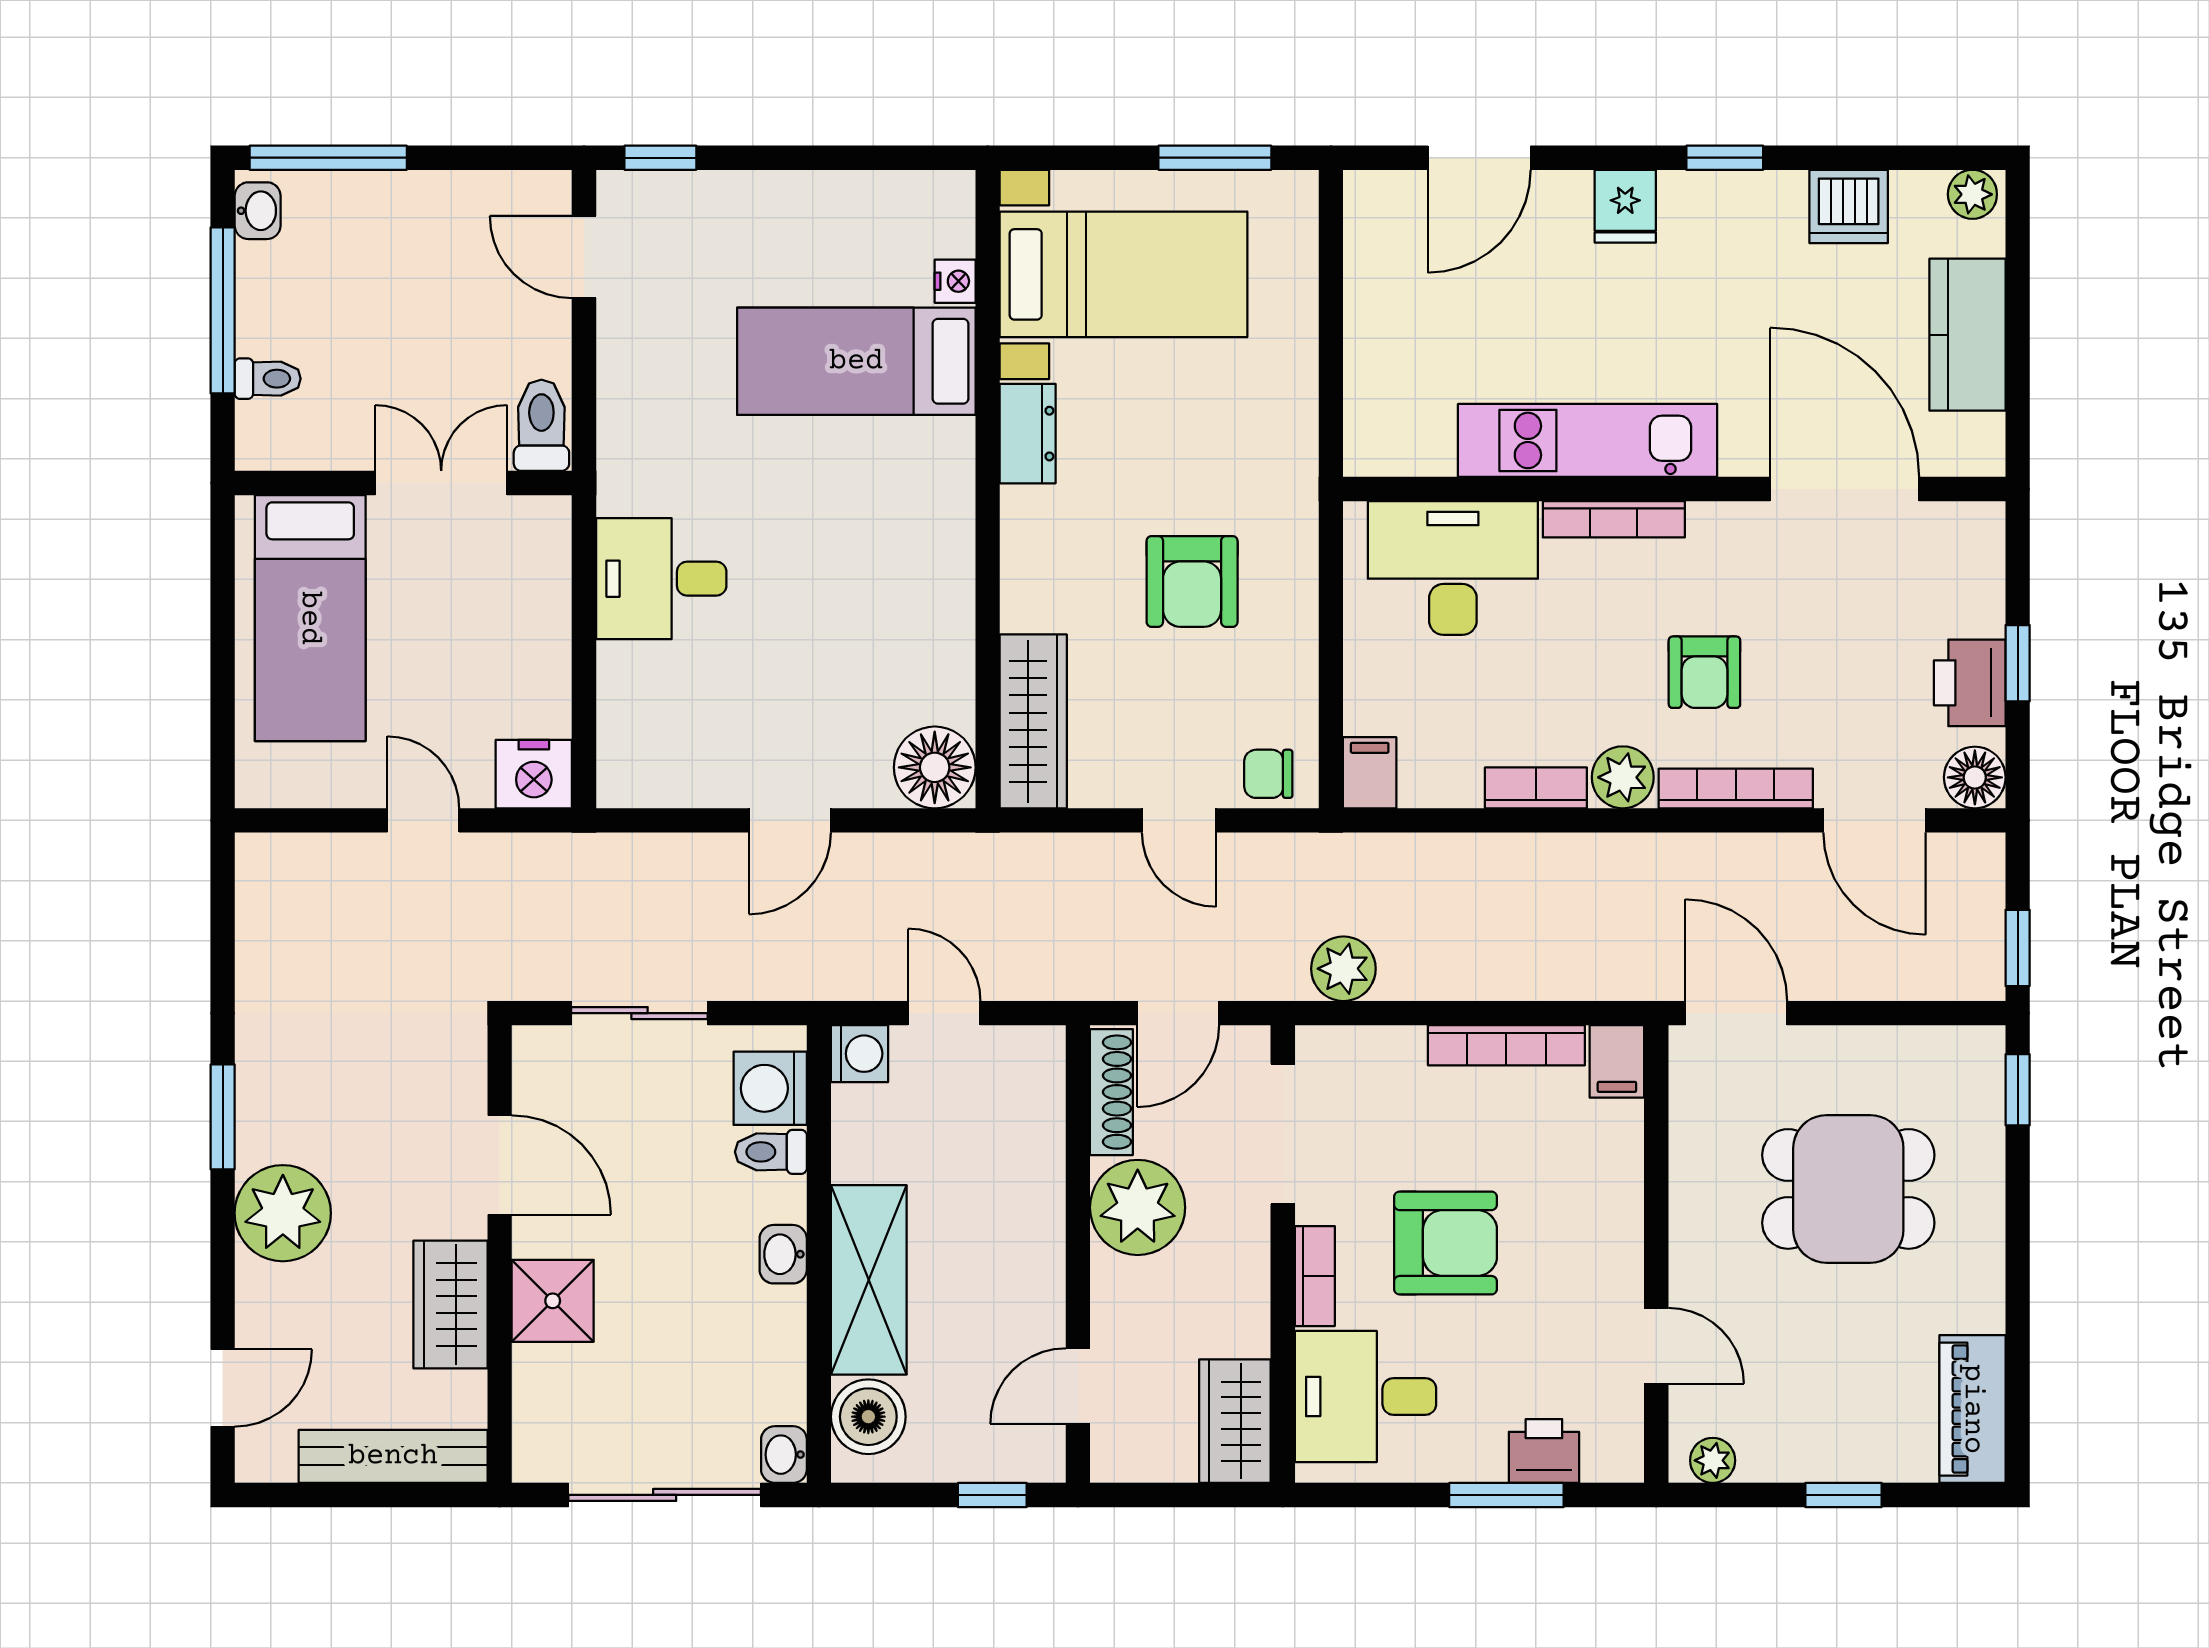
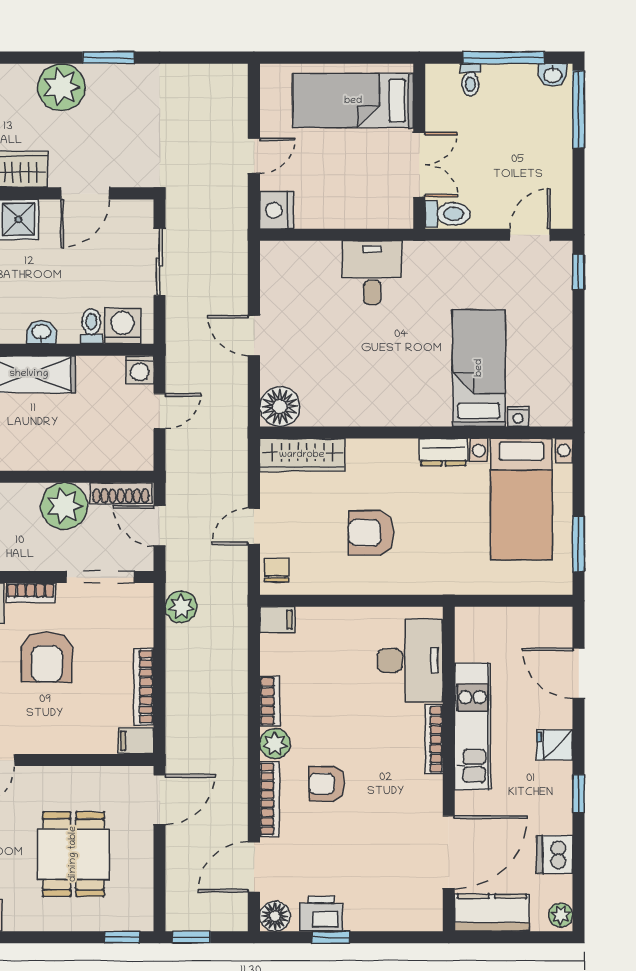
kitchen unit: (1588, 440) -> (472, 726), moved
wall: (1674, 489) -> (449, 769), moved
door: (1844, 489) -> (449, 852), moved
bookcase: (1614, 519) -> (434, 739), moved
desk: (1453, 568) -> (410, 660), moved

